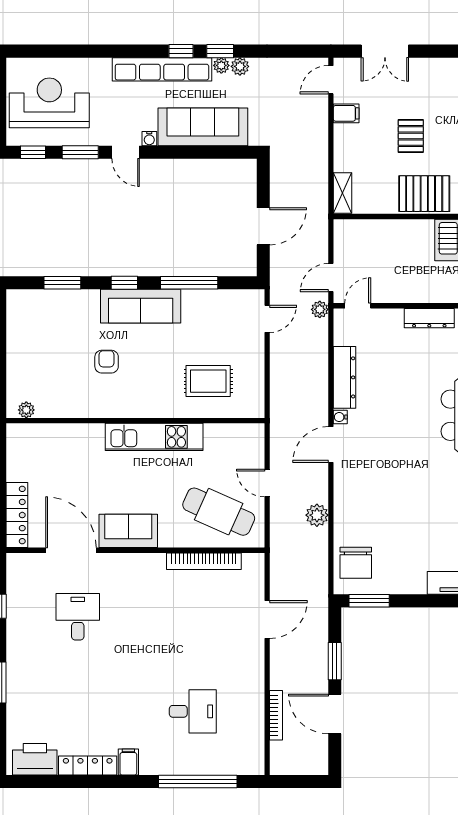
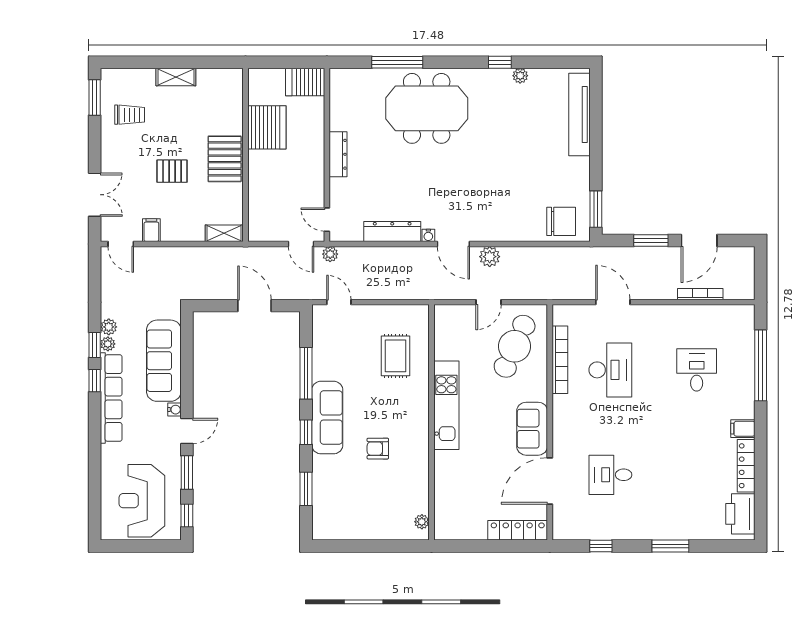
plant: (317, 515) -> (490, 257), moved
desk: (193, 617) -> (610, 370), added

